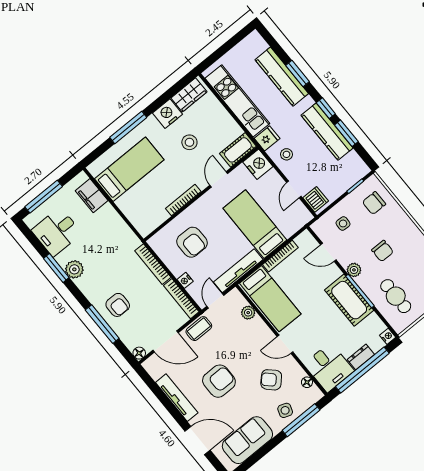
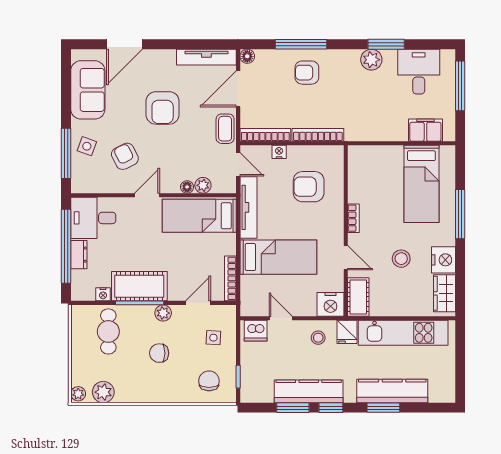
bookcase: (183, 200) -> (353, 218), width x0.64
bookcase: (280, 256) -> (230, 278), moved
cafe table: (396, 296) -> (108, 331), turned 90
nightstand: (388, 336) -> (103, 294), moved
armchair: (271, 380) -> (125, 156), turned -71
floor lamp: (307, 382) -> (187, 187), moved
tv unit: (177, 398) -> (206, 57), moved

